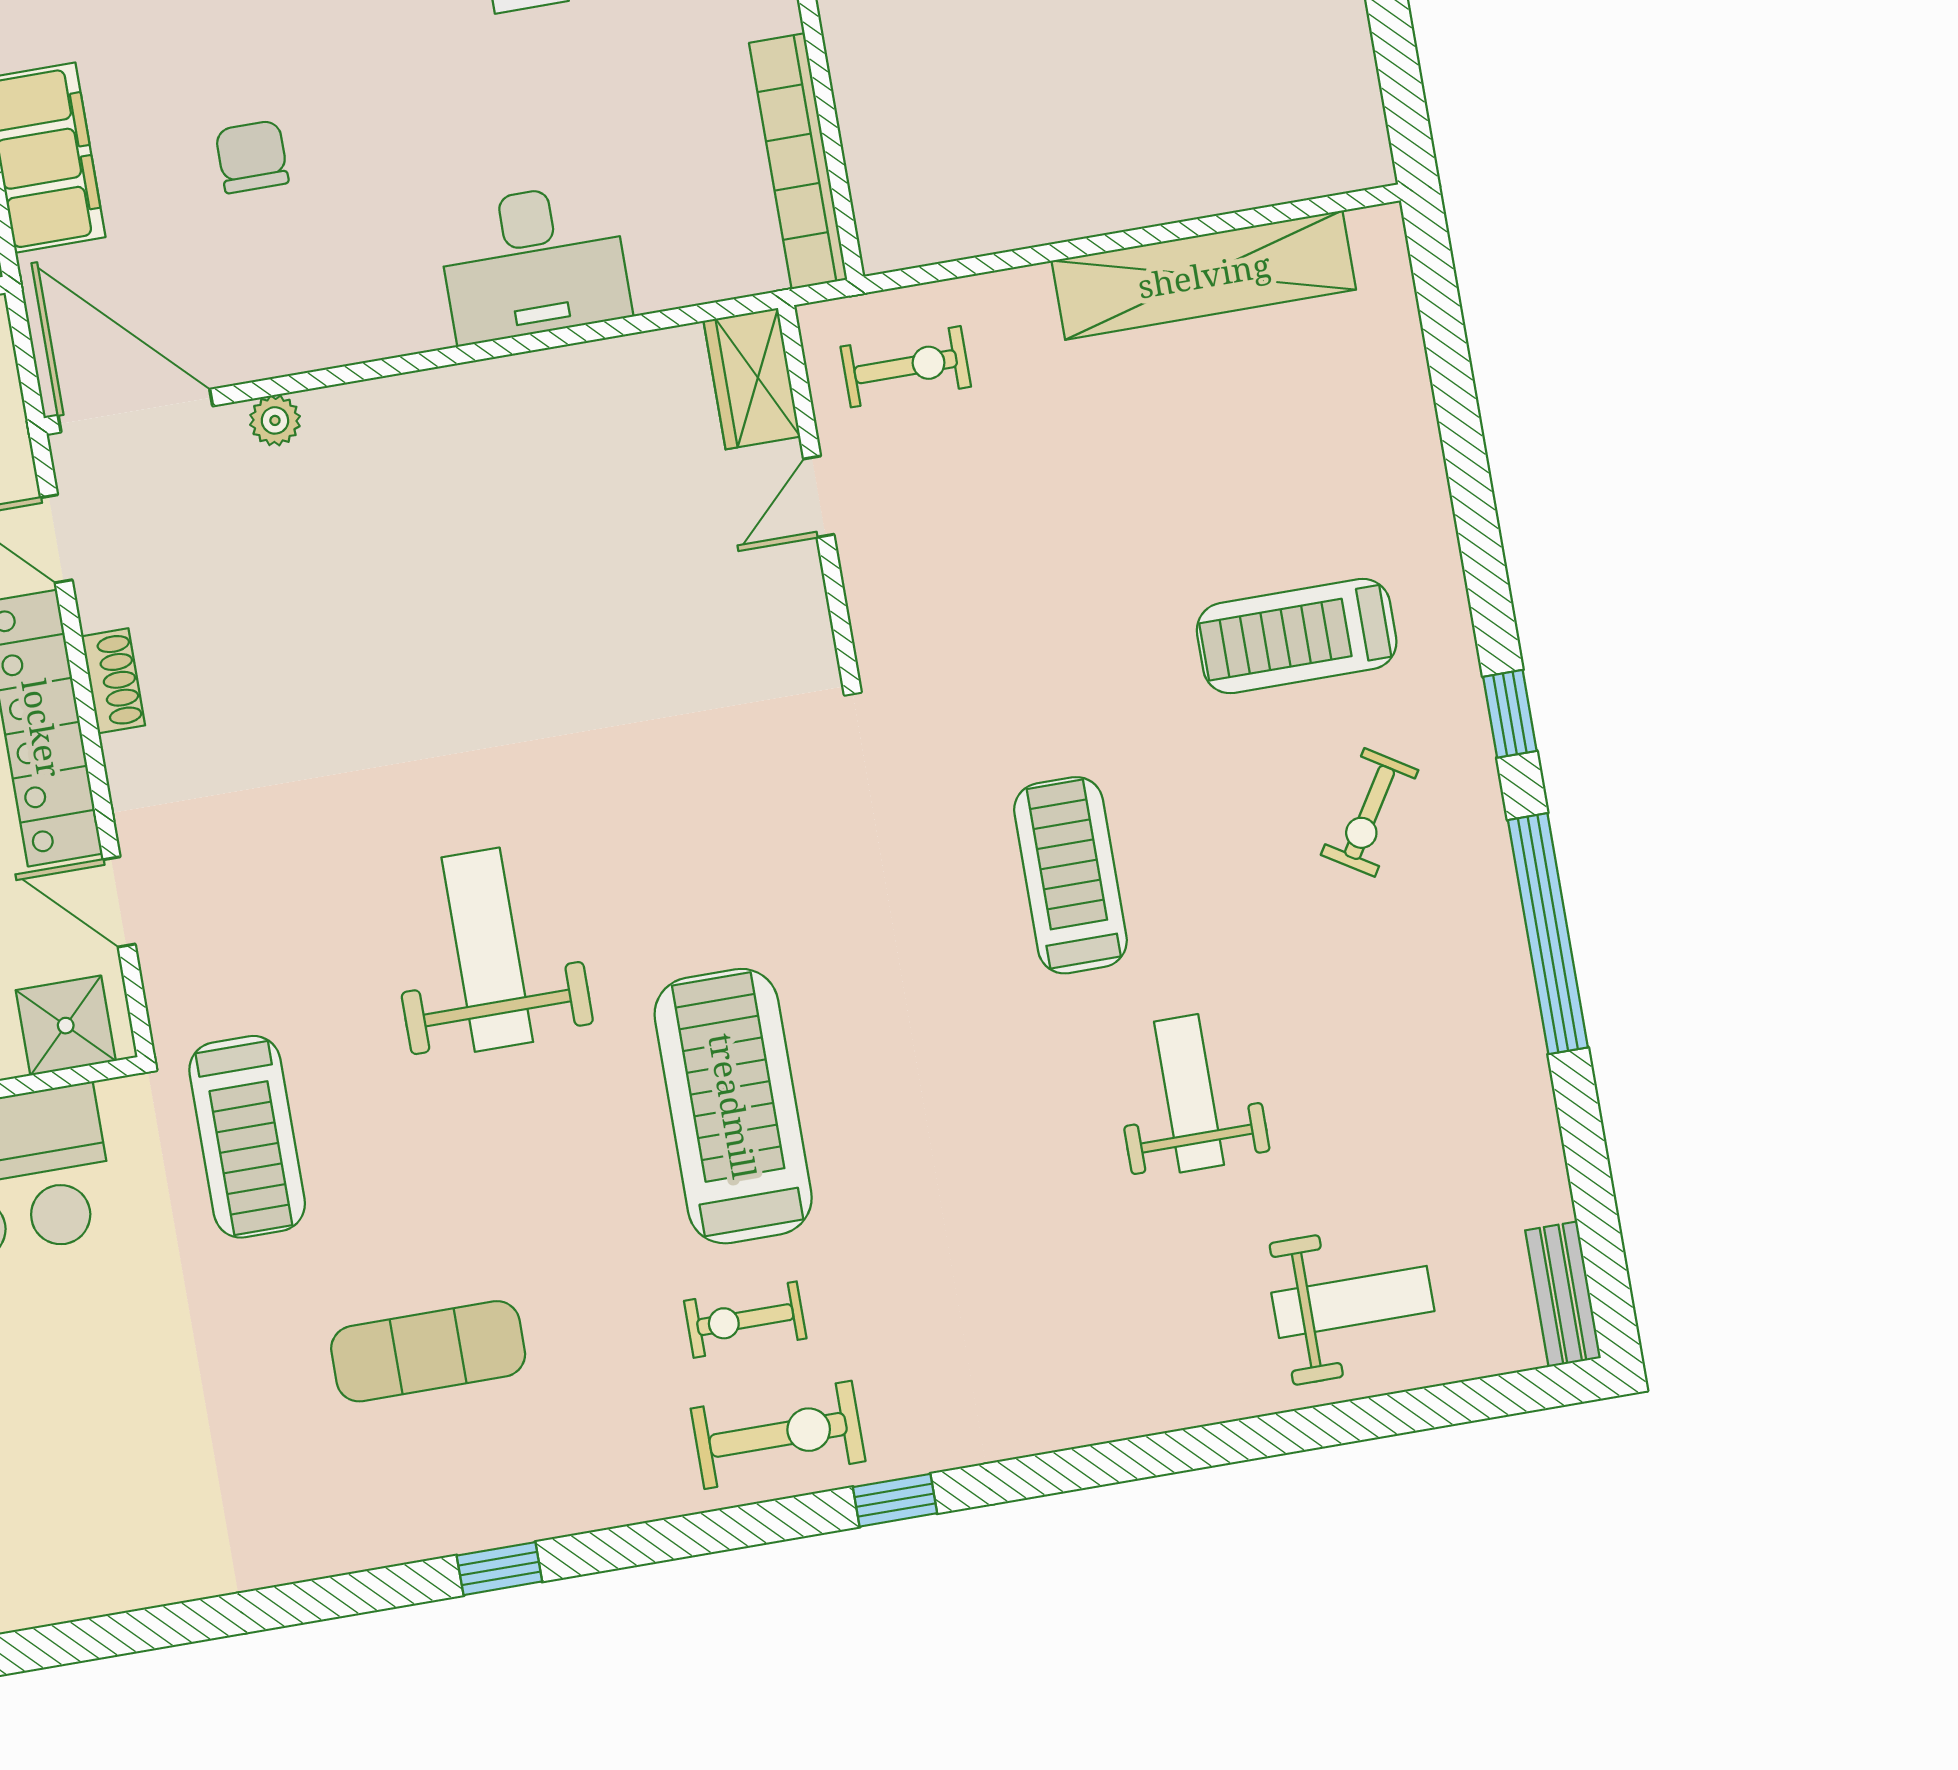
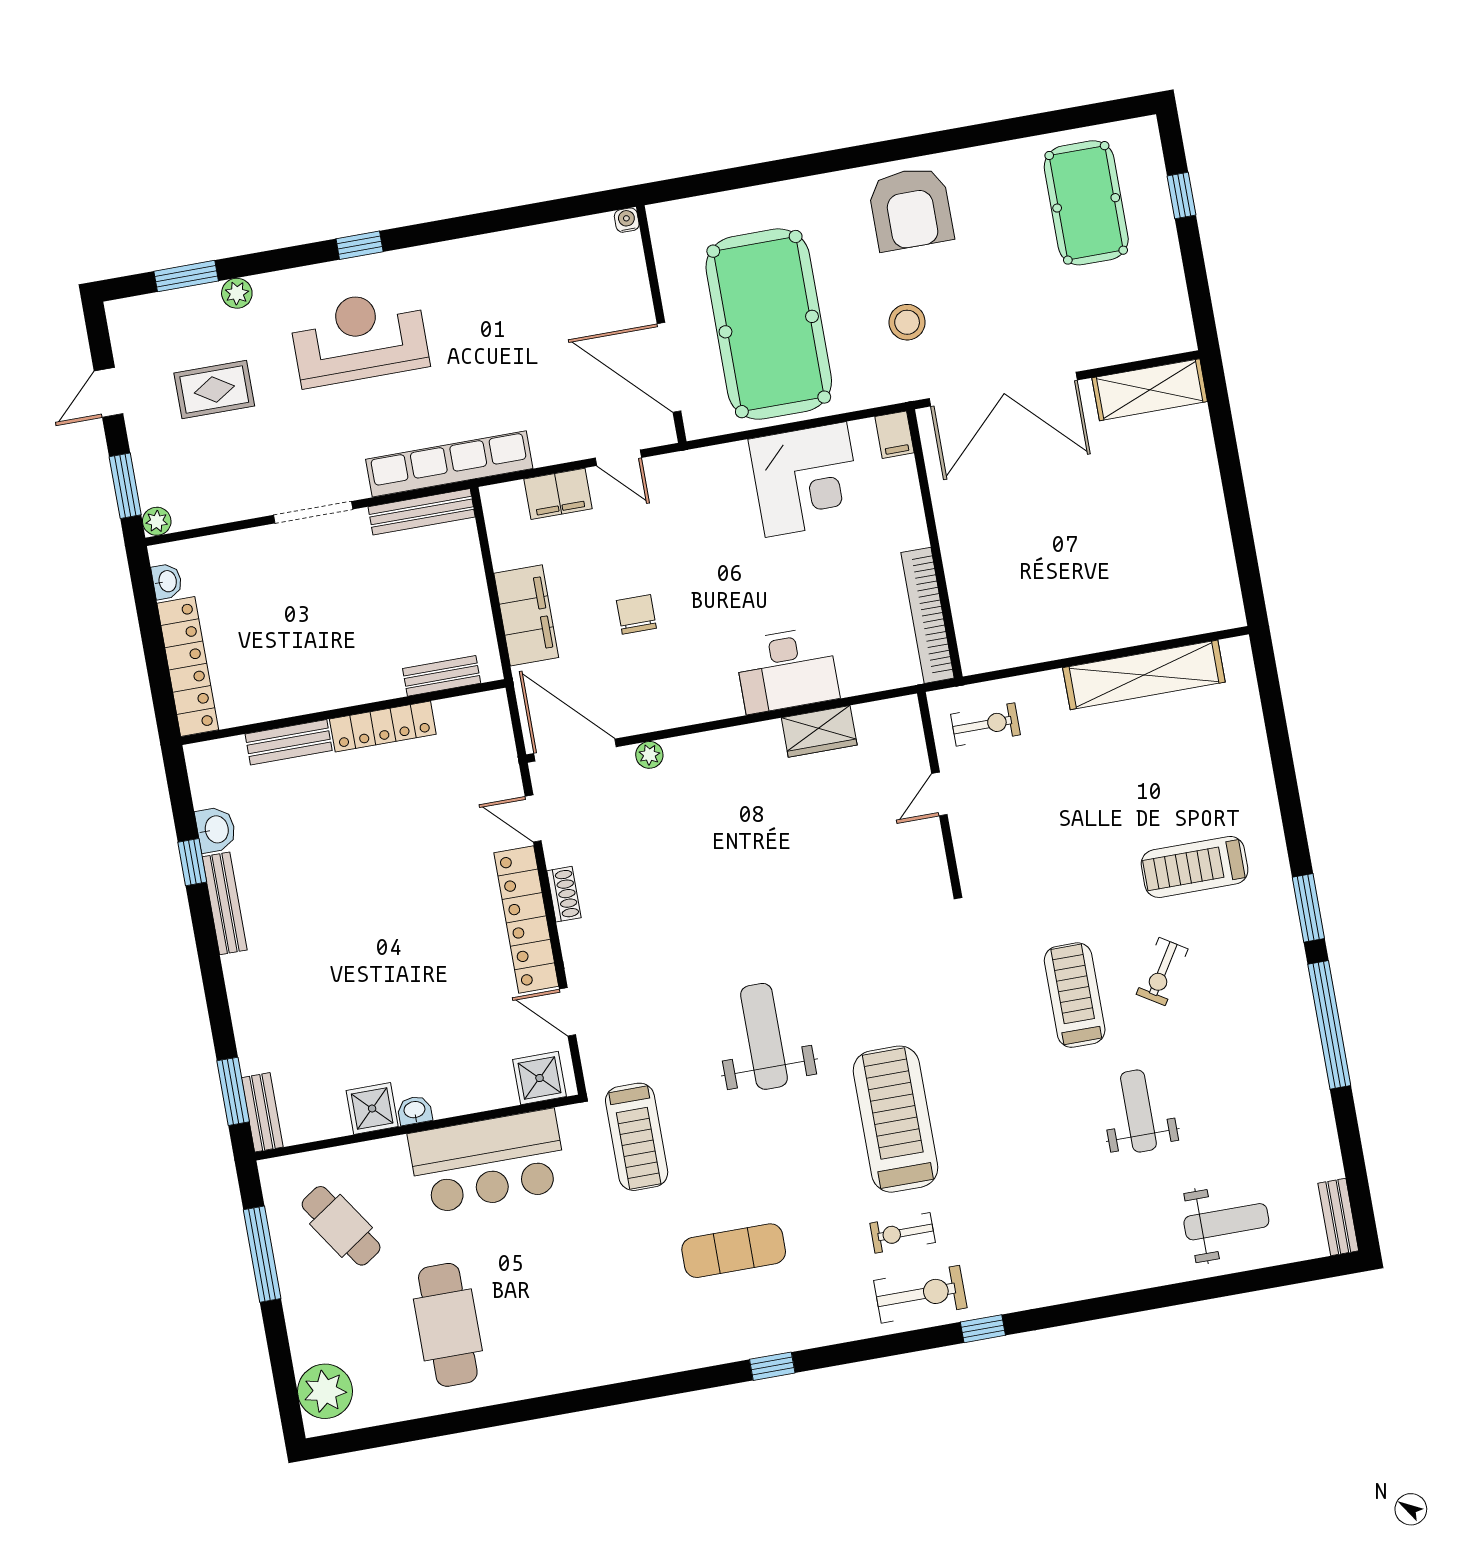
wardrobe: (752, 379) -> (819, 731), moved, turned -90
window: (1510, 714) -> (1308, 908), width x1.50
exercise bike: (1370, 812) -> (1162, 972), moved

